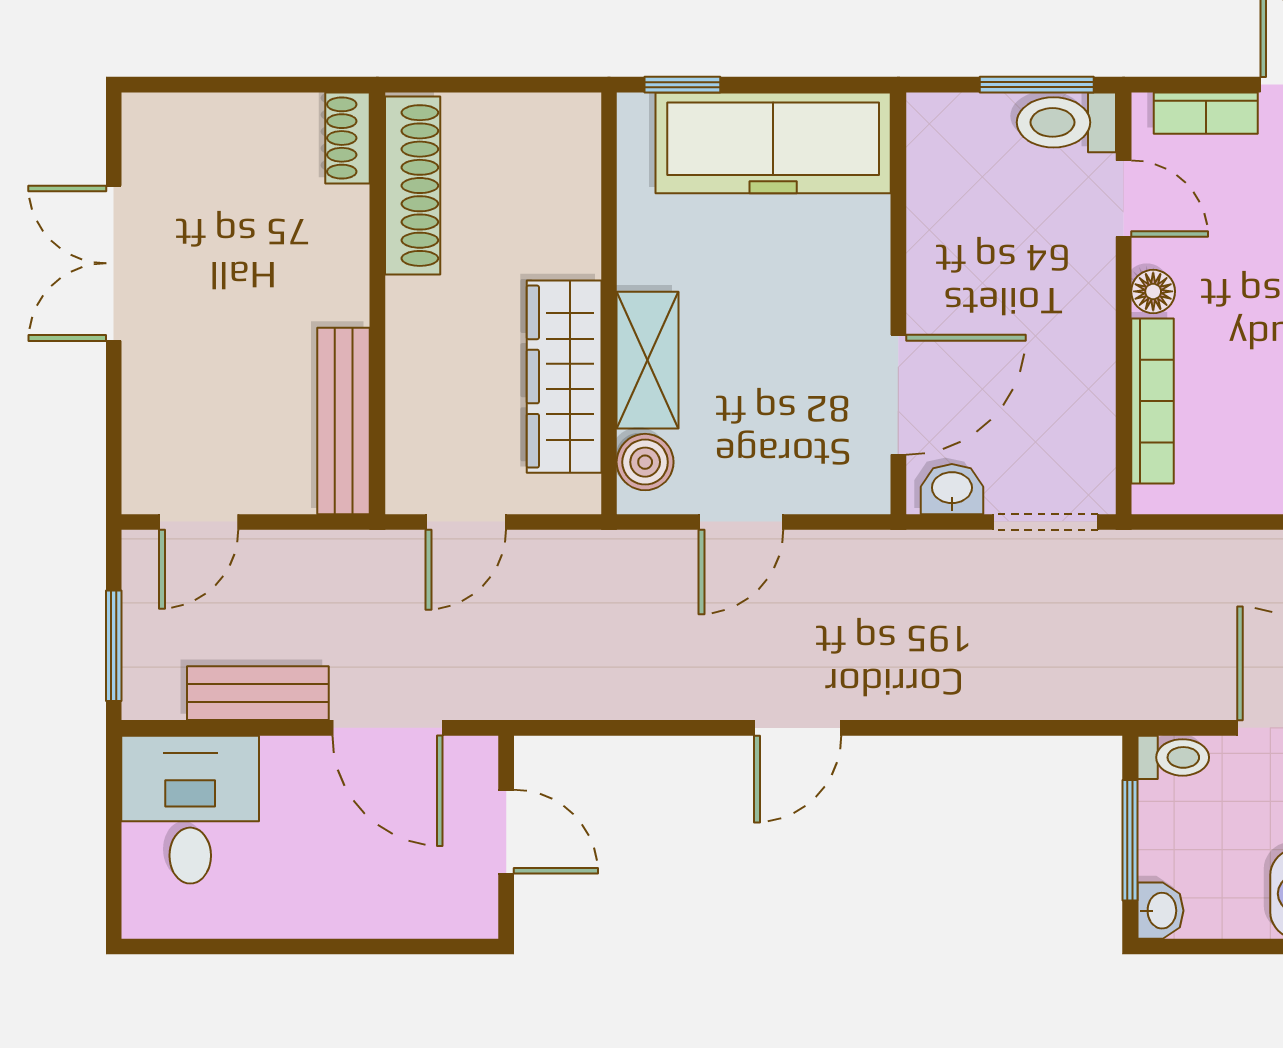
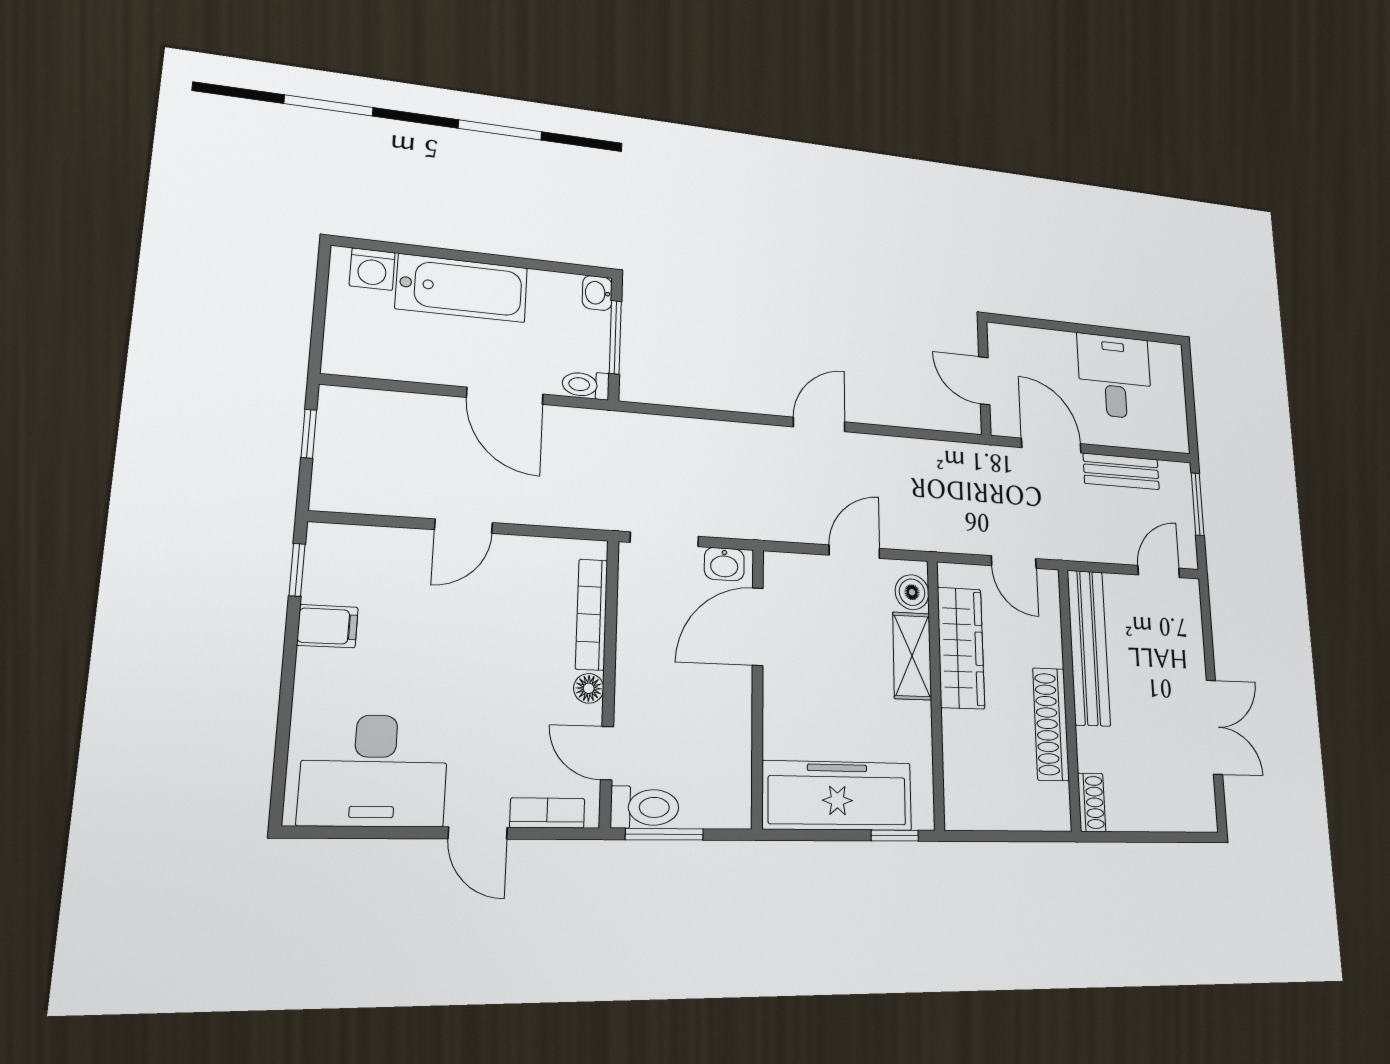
shoe rack: (413, 186) -> (1051, 724), moved
bench: (344, 421) -> (1089, 647), width x1.37, depth x1.21
door: (466, 522) -> (1014, 562), swing flipped
desk: (190, 810) -> (1115, 376), moved, turned 180

